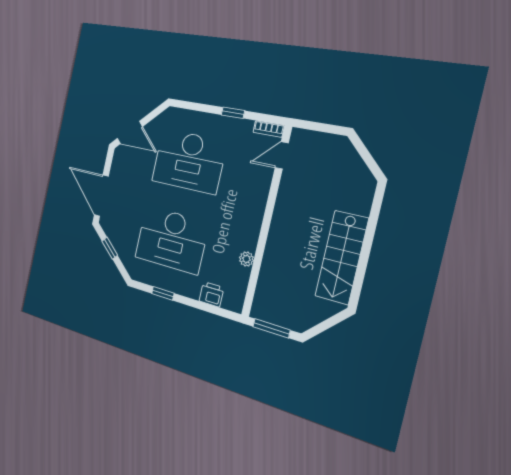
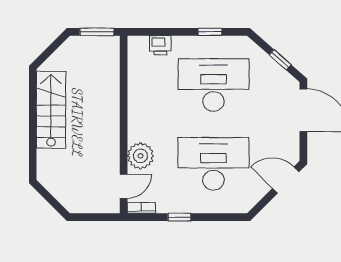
plant: (246, 259) -> (140, 156), moved, width x1.87, depth x1.87

